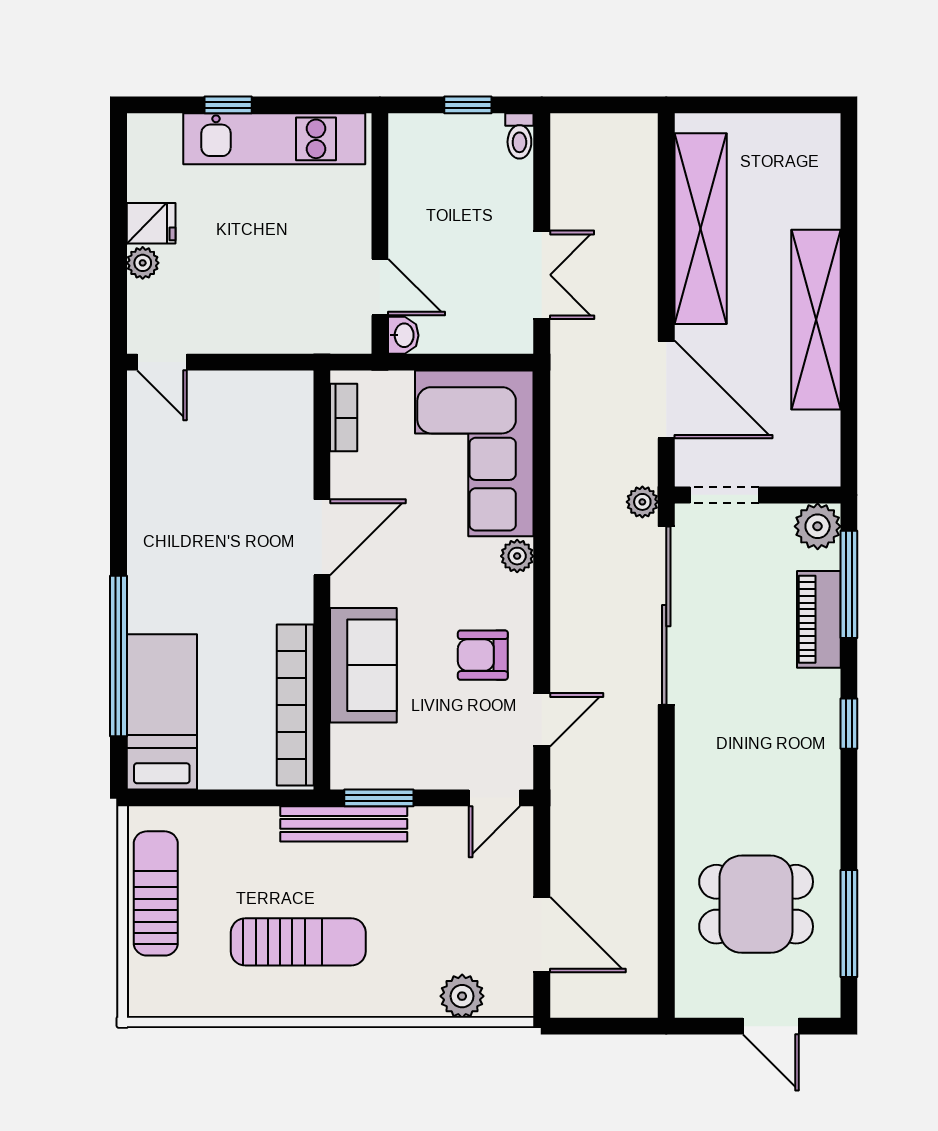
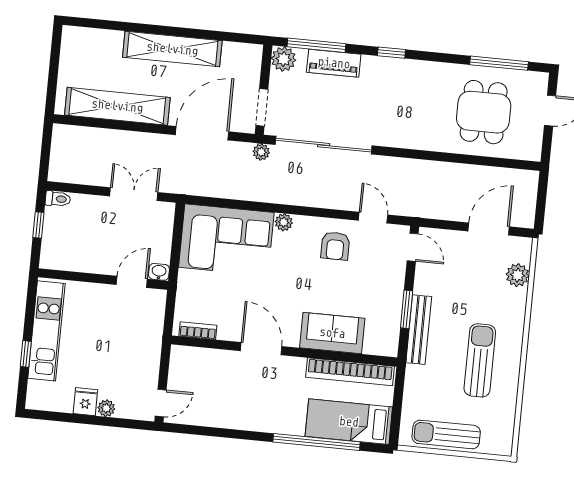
bookcase: (344, 418) -> (198, 331), moved
door: (322, 537) -> (261, 349), moved
wall: (322, 580) -> (284, 351), moved
sofa: (363, 665) -> (332, 333), moved
bookcase: (295, 705) -> (350, 372), moved

